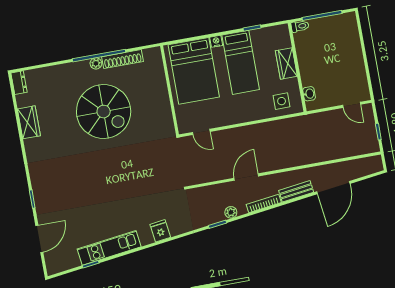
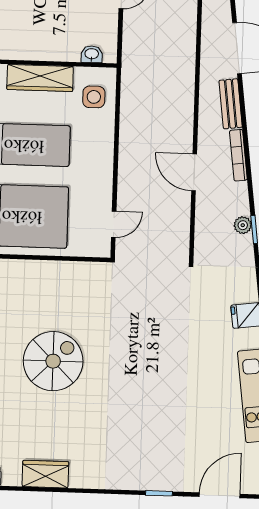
wardrobe: (286, 63) -> (40, 78), width x1.50
spiral stairs: (104, 112) -> (53, 361), width x0.73, depth x0.73
plant: (231, 212) -> (243, 225), moved
door: (39, 239) -> (220, 495), hinge flipped

